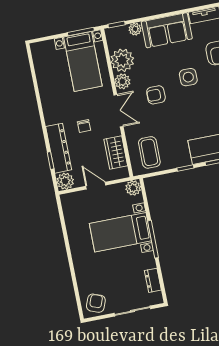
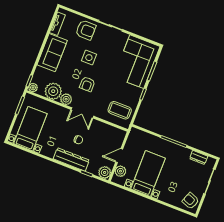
plant: (135, 29) -> (33, 88), moved
bed with nightstands: (83, 61) -> (30, 129), moved, turned -90
double door: (118, 111) -> (82, 113), swing flipped
dresser: (59, 148) -> (71, 159), moved
wardrobe: (116, 152) -> (107, 131), removed
plant: (133, 188) -> (120, 171), moved
bed with nightstands: (120, 232) -> (148, 174), moved, turned 180

